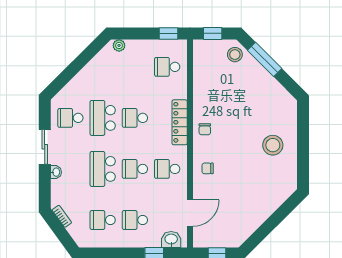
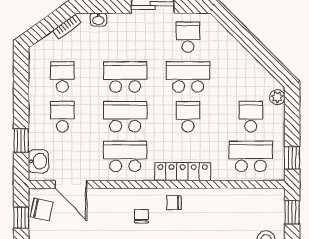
school desk: (135, 67) -> (251, 117), added
school desk: (167, 67) -> (251, 156), width x1.85
chair: (208, 168) -> (141, 216), moved
school desk: (135, 169) -> (125, 117), width x1.85
school desk: (167, 169) -> (125, 156), width x1.85
washbasin: (56, 172) -> (98, 19), moved
chair: (210, 237) -> (42, 209), added

